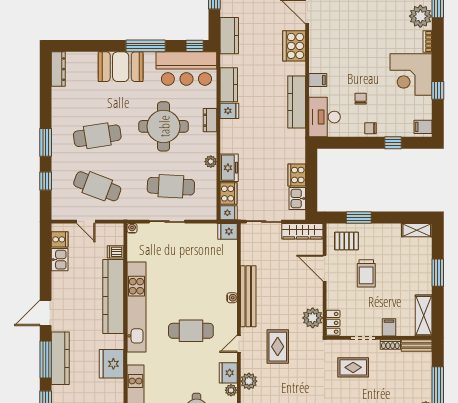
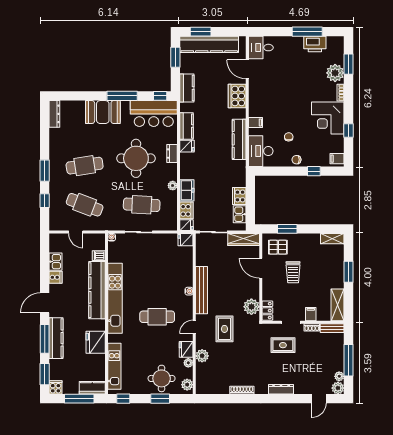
cooker: (60, 239) -> (56, 277), moved

